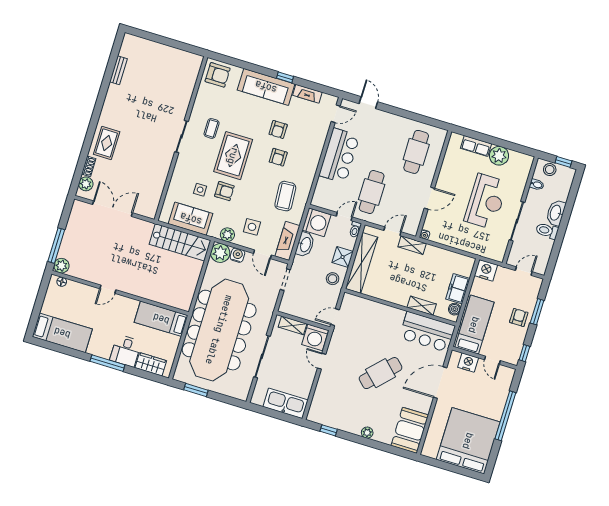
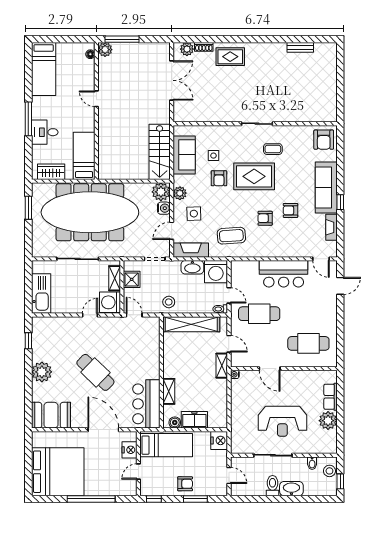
shower: (343, 257) -> (132, 279), moved
wardrobe: (151, 364) -> (51, 172), moved, turned -90
plant: (367, 433) -> (42, 372), width x1.88, depth x1.88

